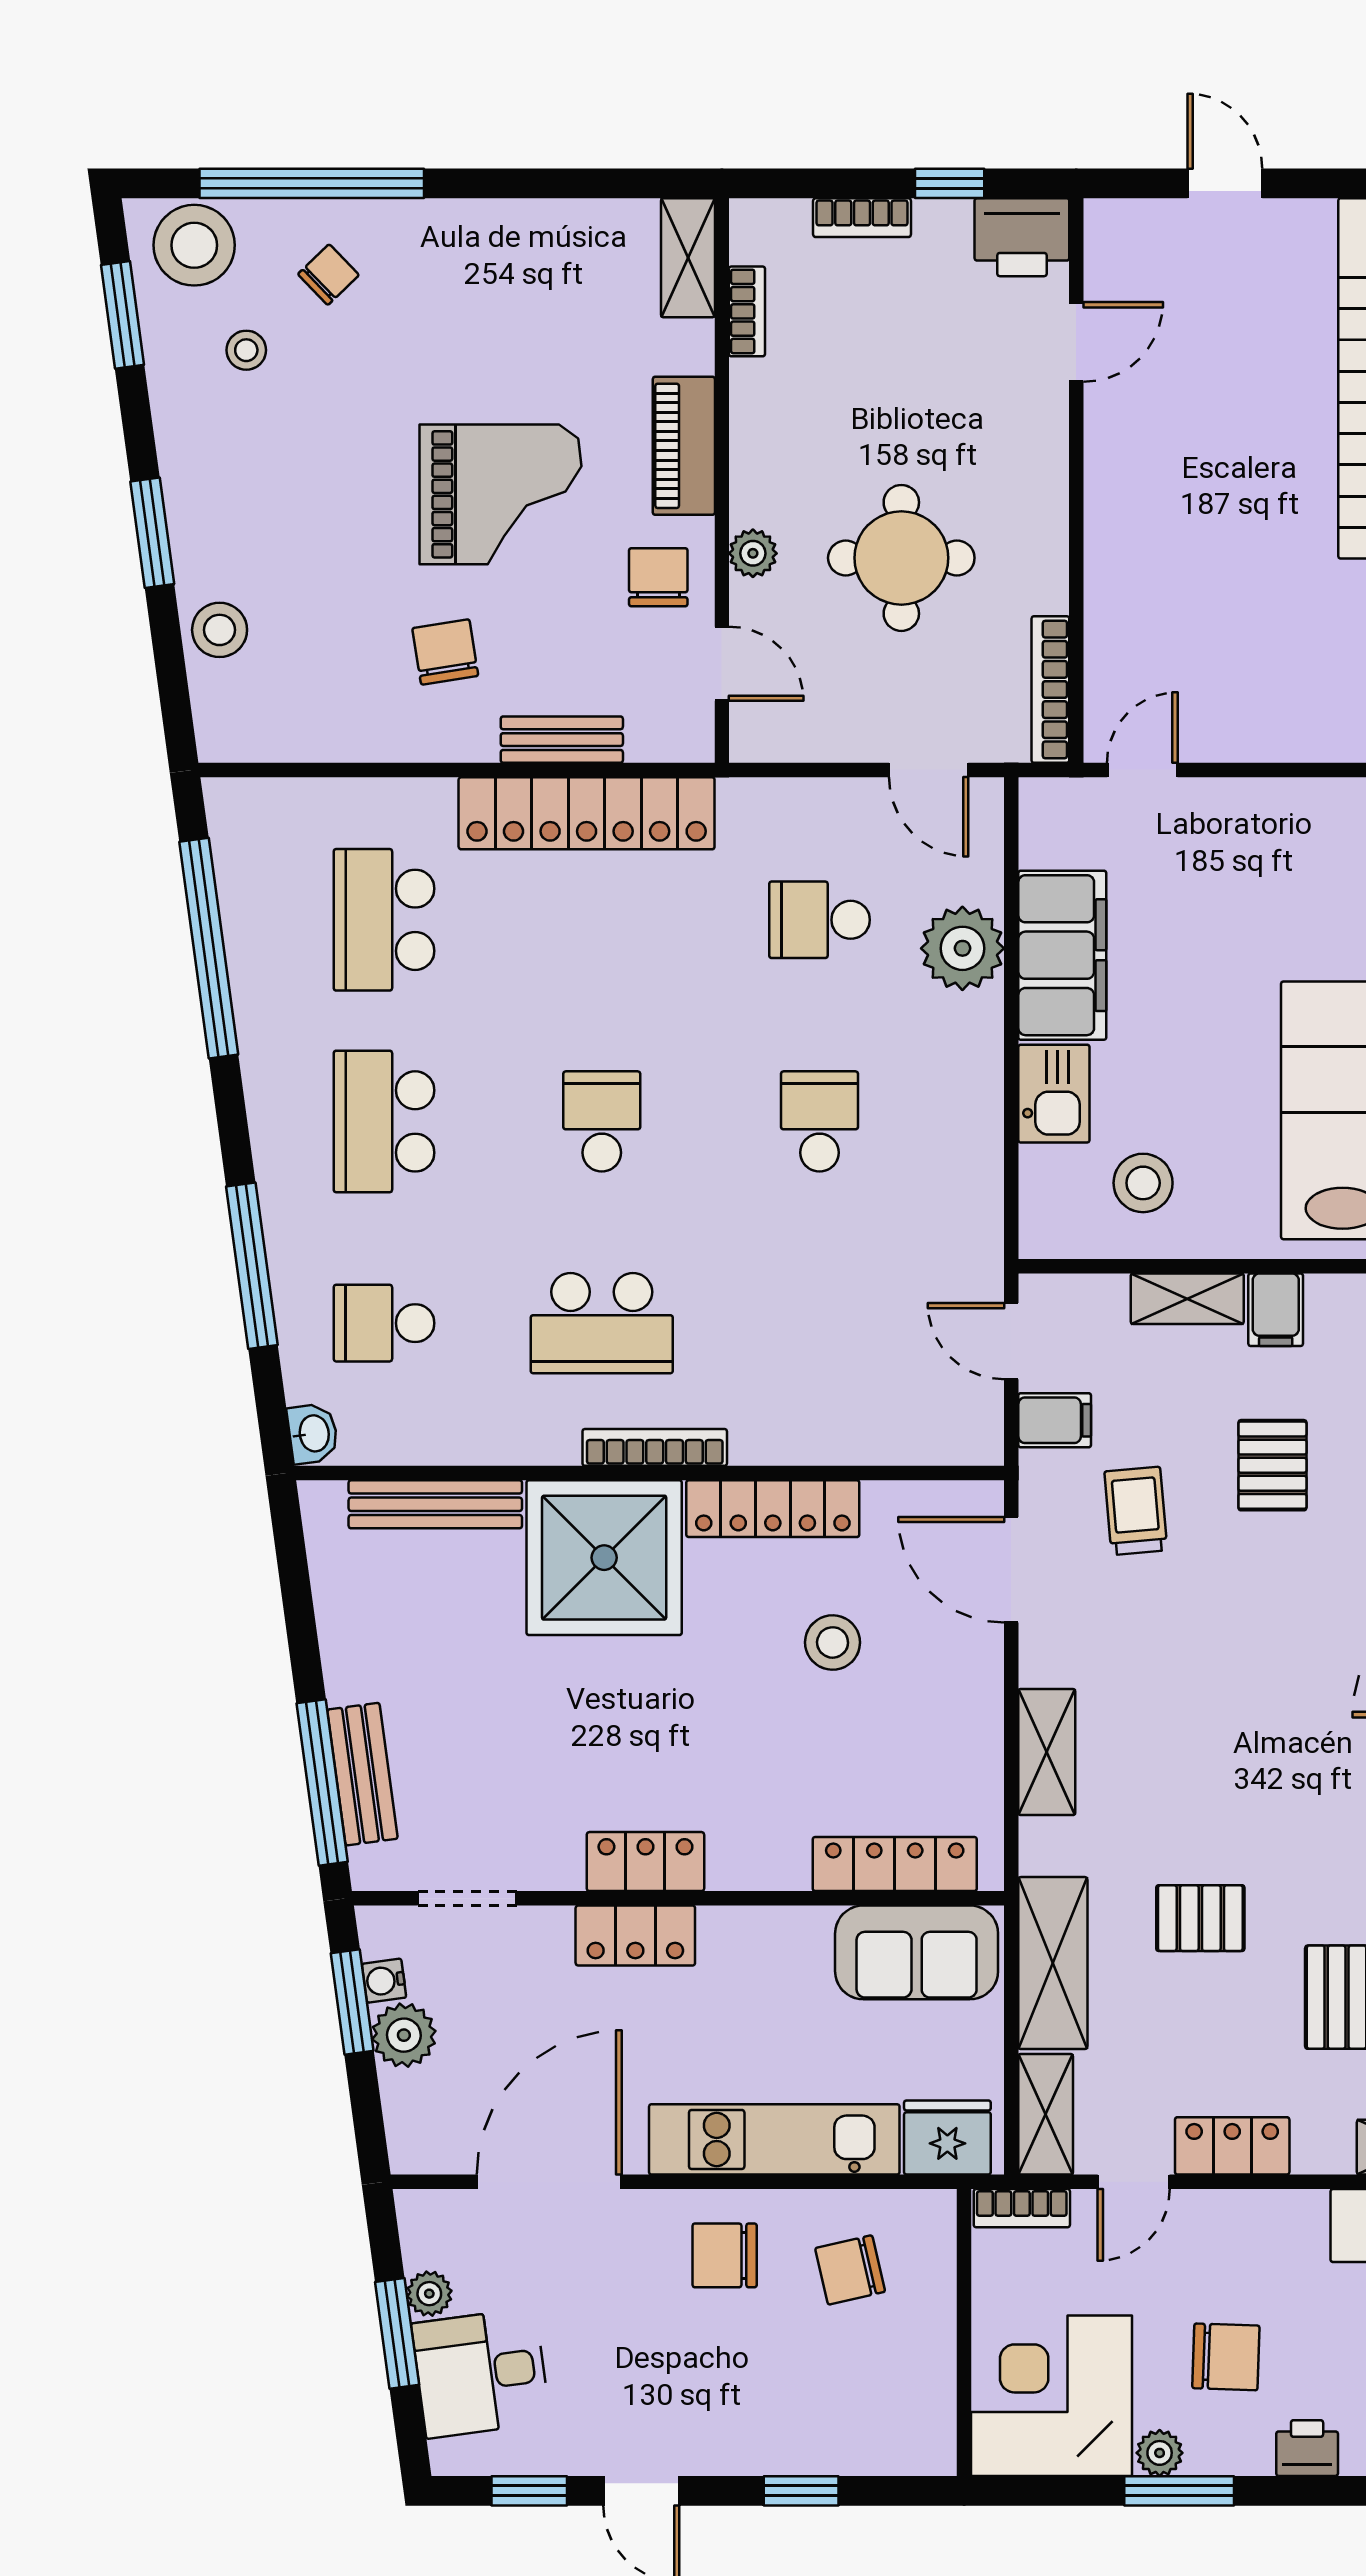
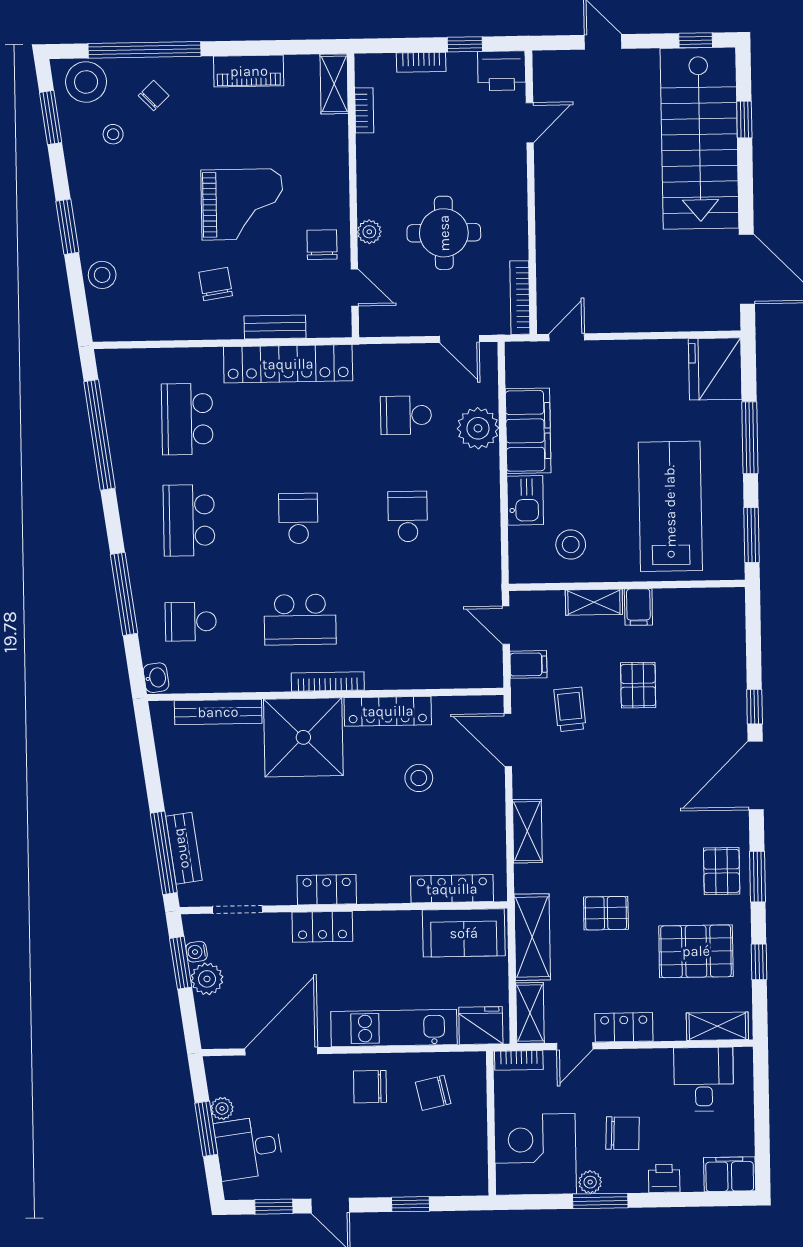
piano: (684, 446) -> (249, 71), moved, turned -90

